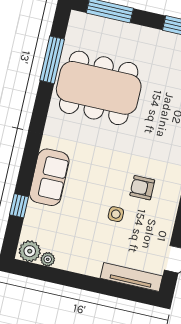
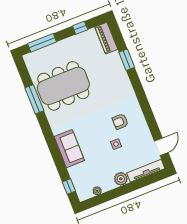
window: (52, 60) -> (34, 99), moved
window: (19, 206) -> (69, 186), moved
plant: (30, 251) -> (121, 179), moved

